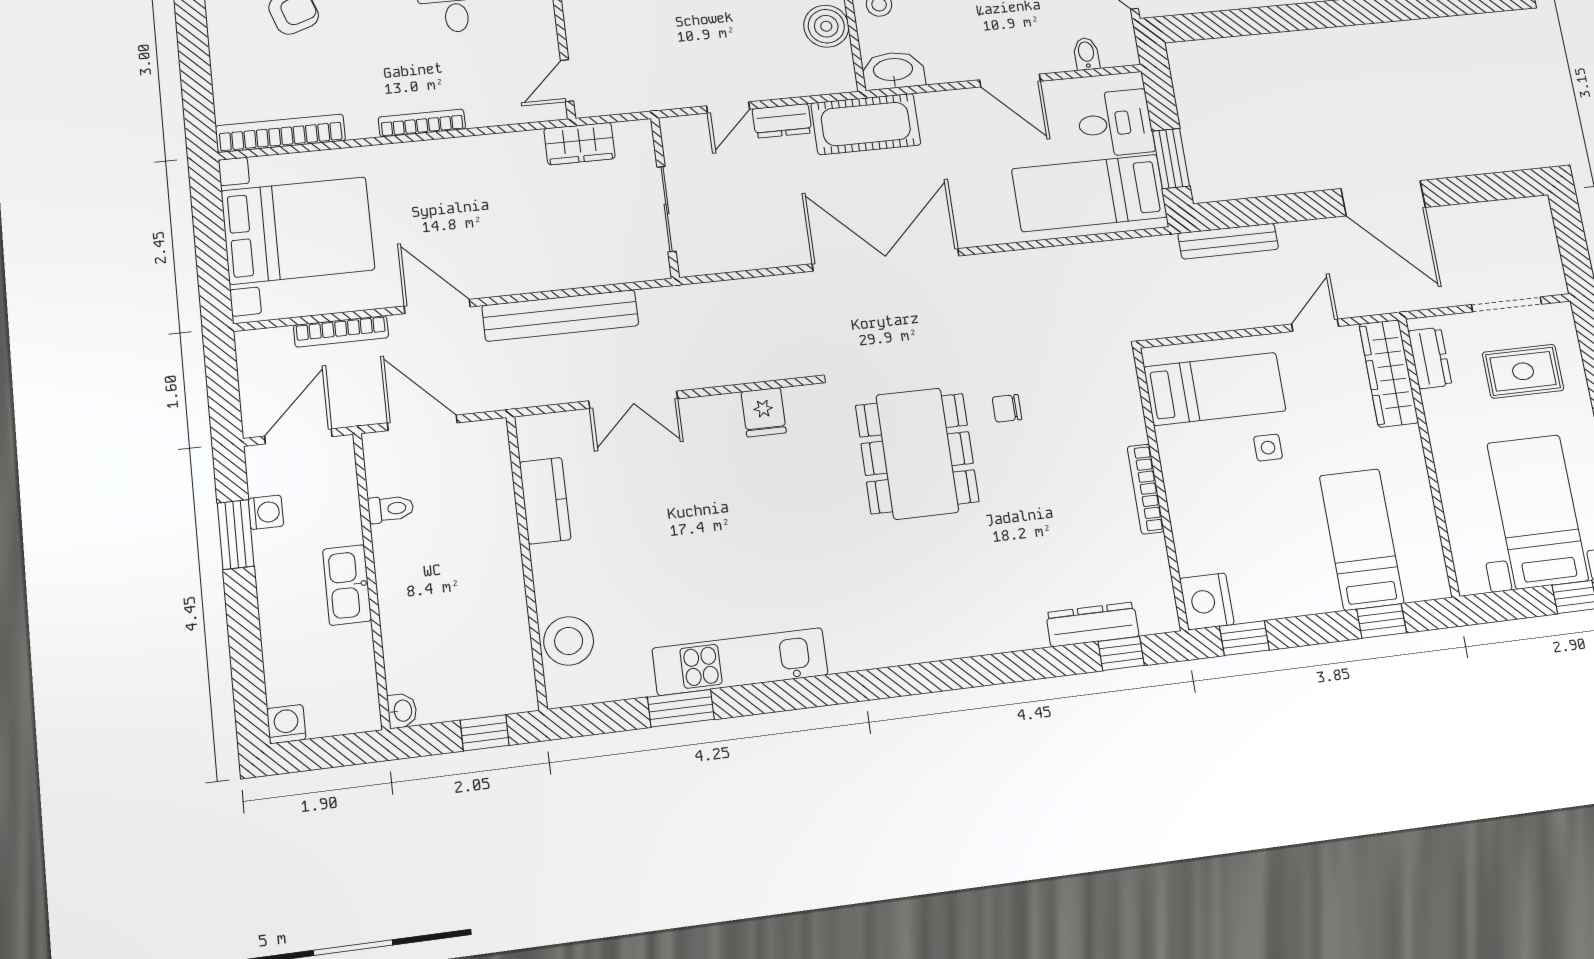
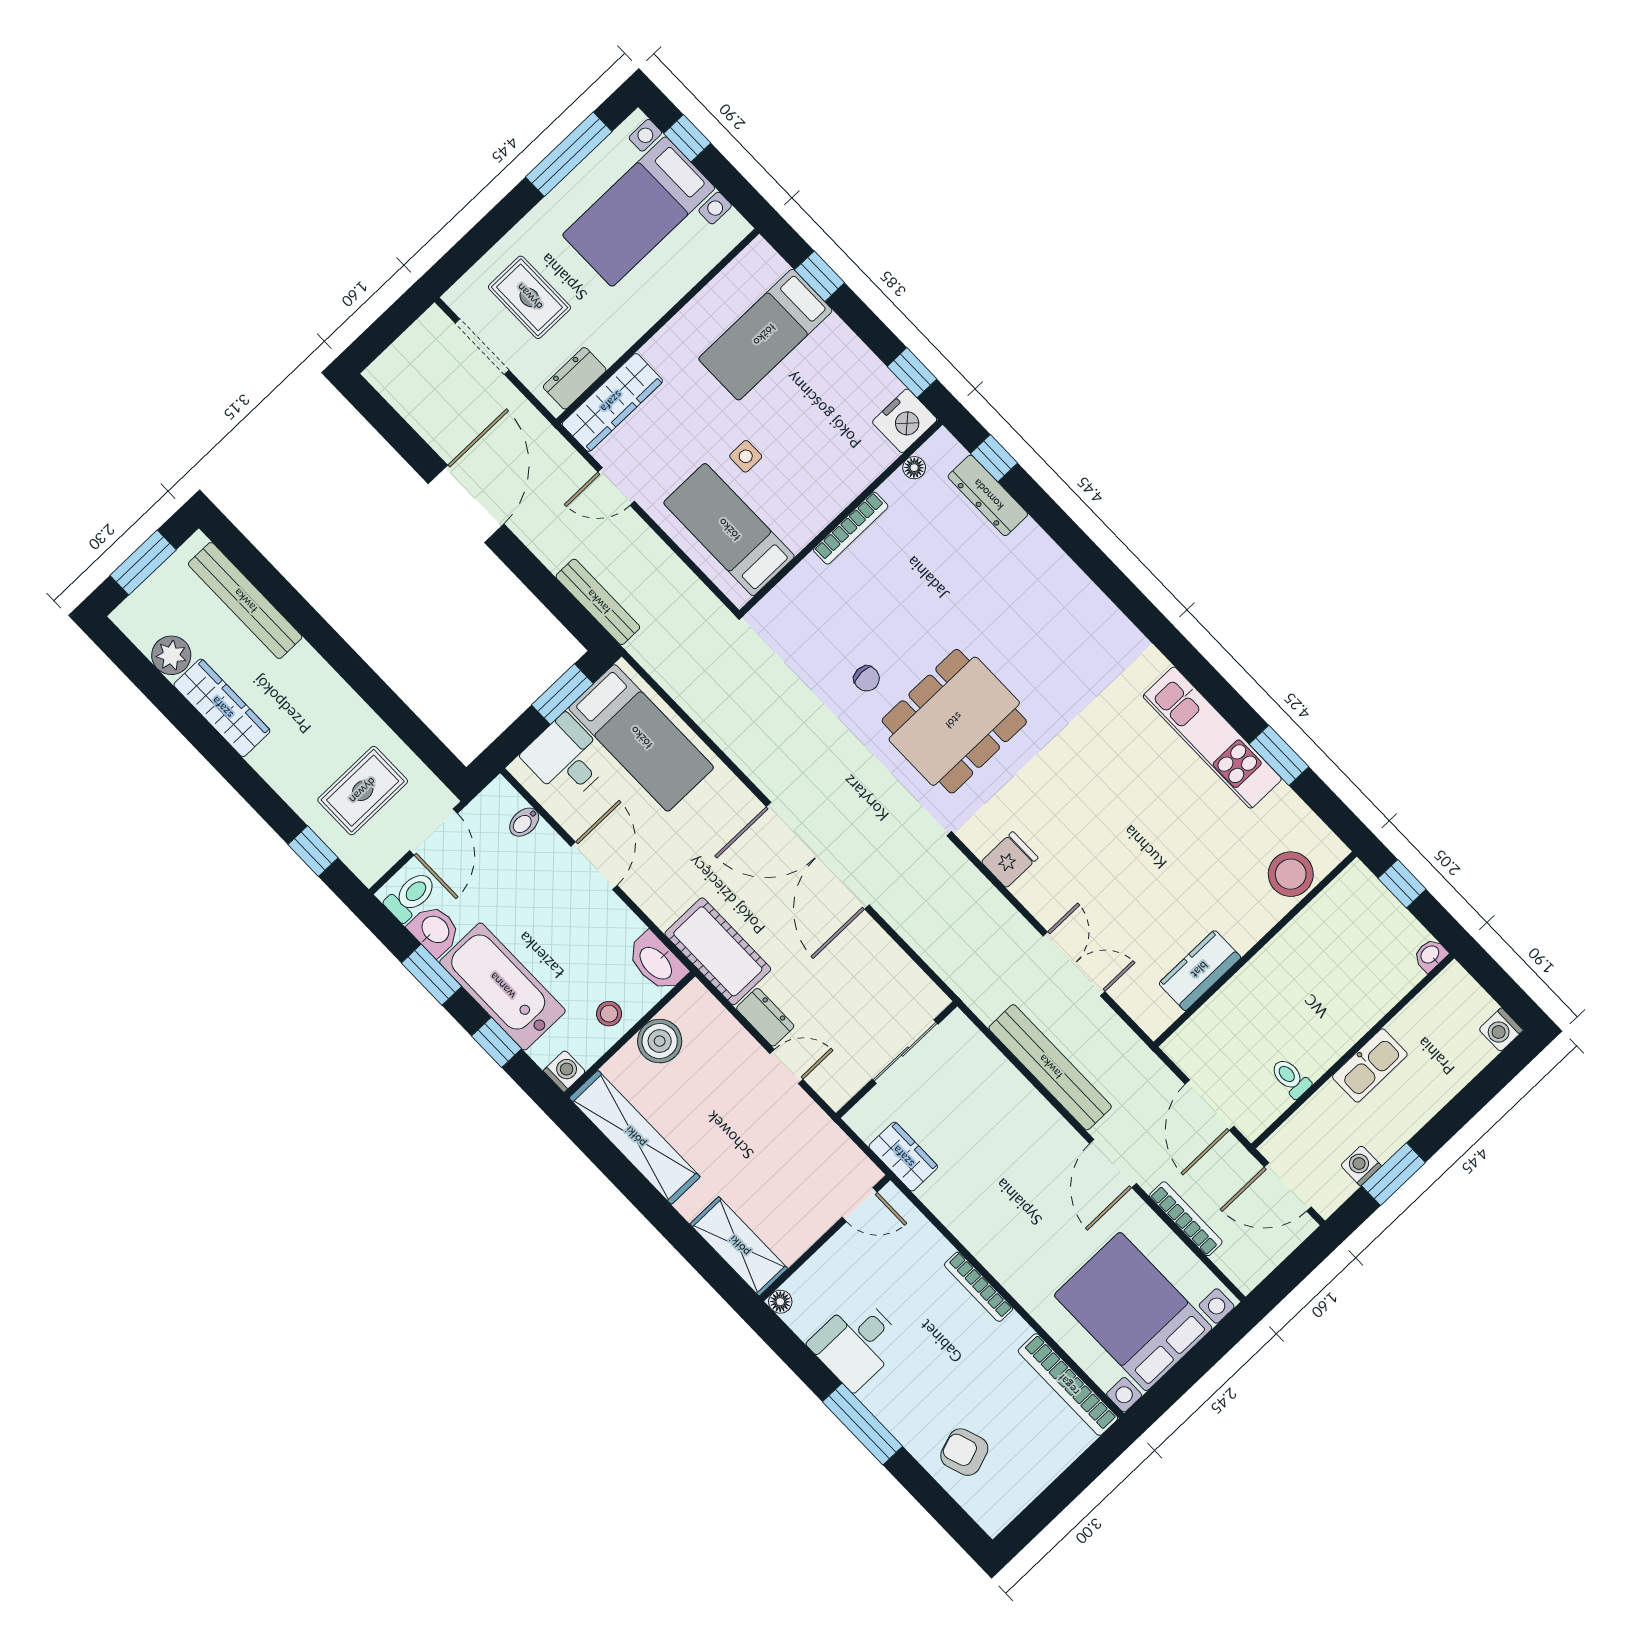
floor lamp: (1160, 580) -> (914, 468), added

